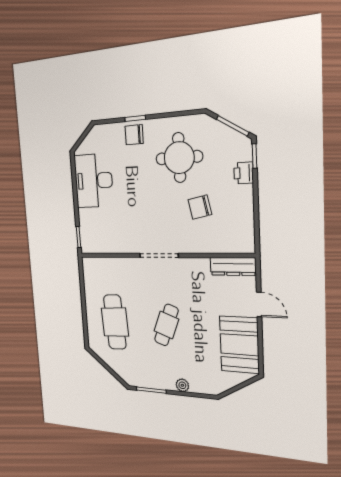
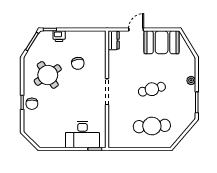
round table: (179, 158) -> (48, 75), turned -34
desk: (94, 181) -> (82, 134), moved
dresser: (233, 266) -> (114, 40), width x0.70
cafe table: (166, 325) -> (152, 89), turned -36

